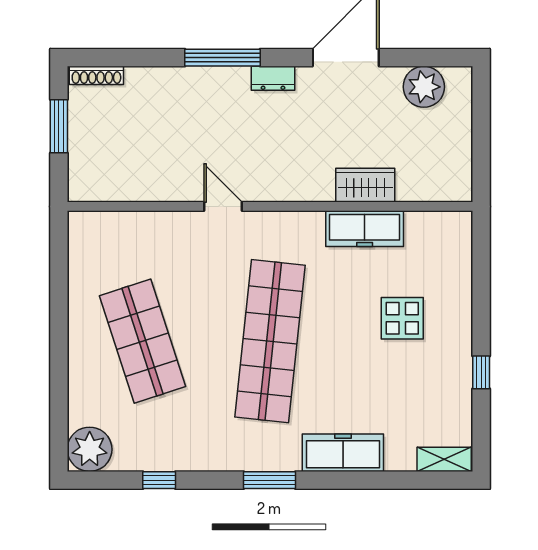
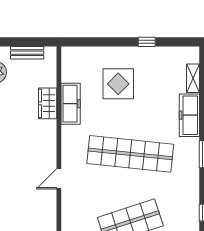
bench: (461, 147) -> (27, 53), added
display table: (402, 318) -> (118, 84), width x1.36, depth x1.36
shelving: (444, 459) -> (193, 78), moved

